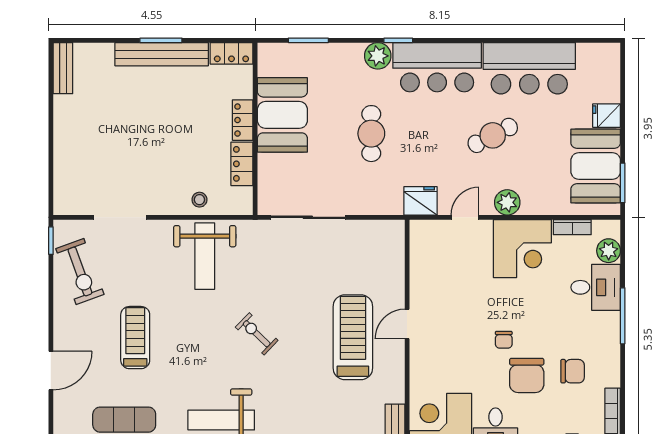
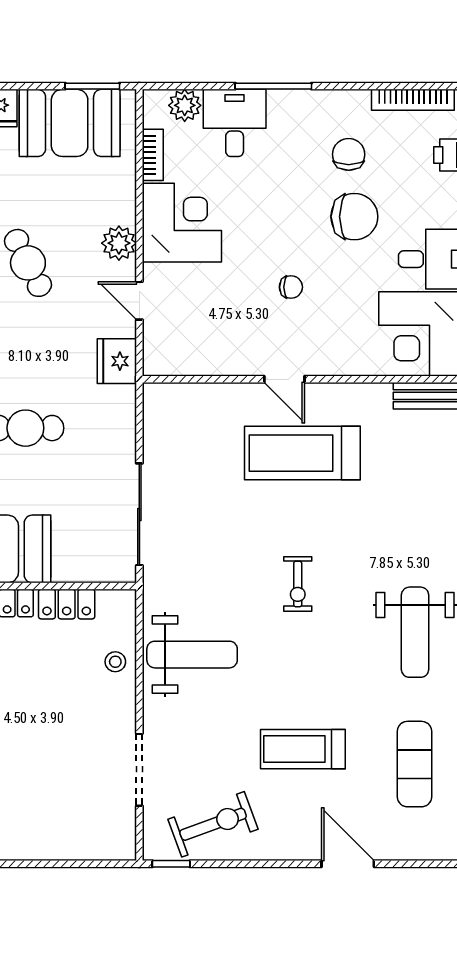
exercise bike: (257, 334) -> (298, 584), turned -44
chair: (504, 340) -> (291, 287), moved

